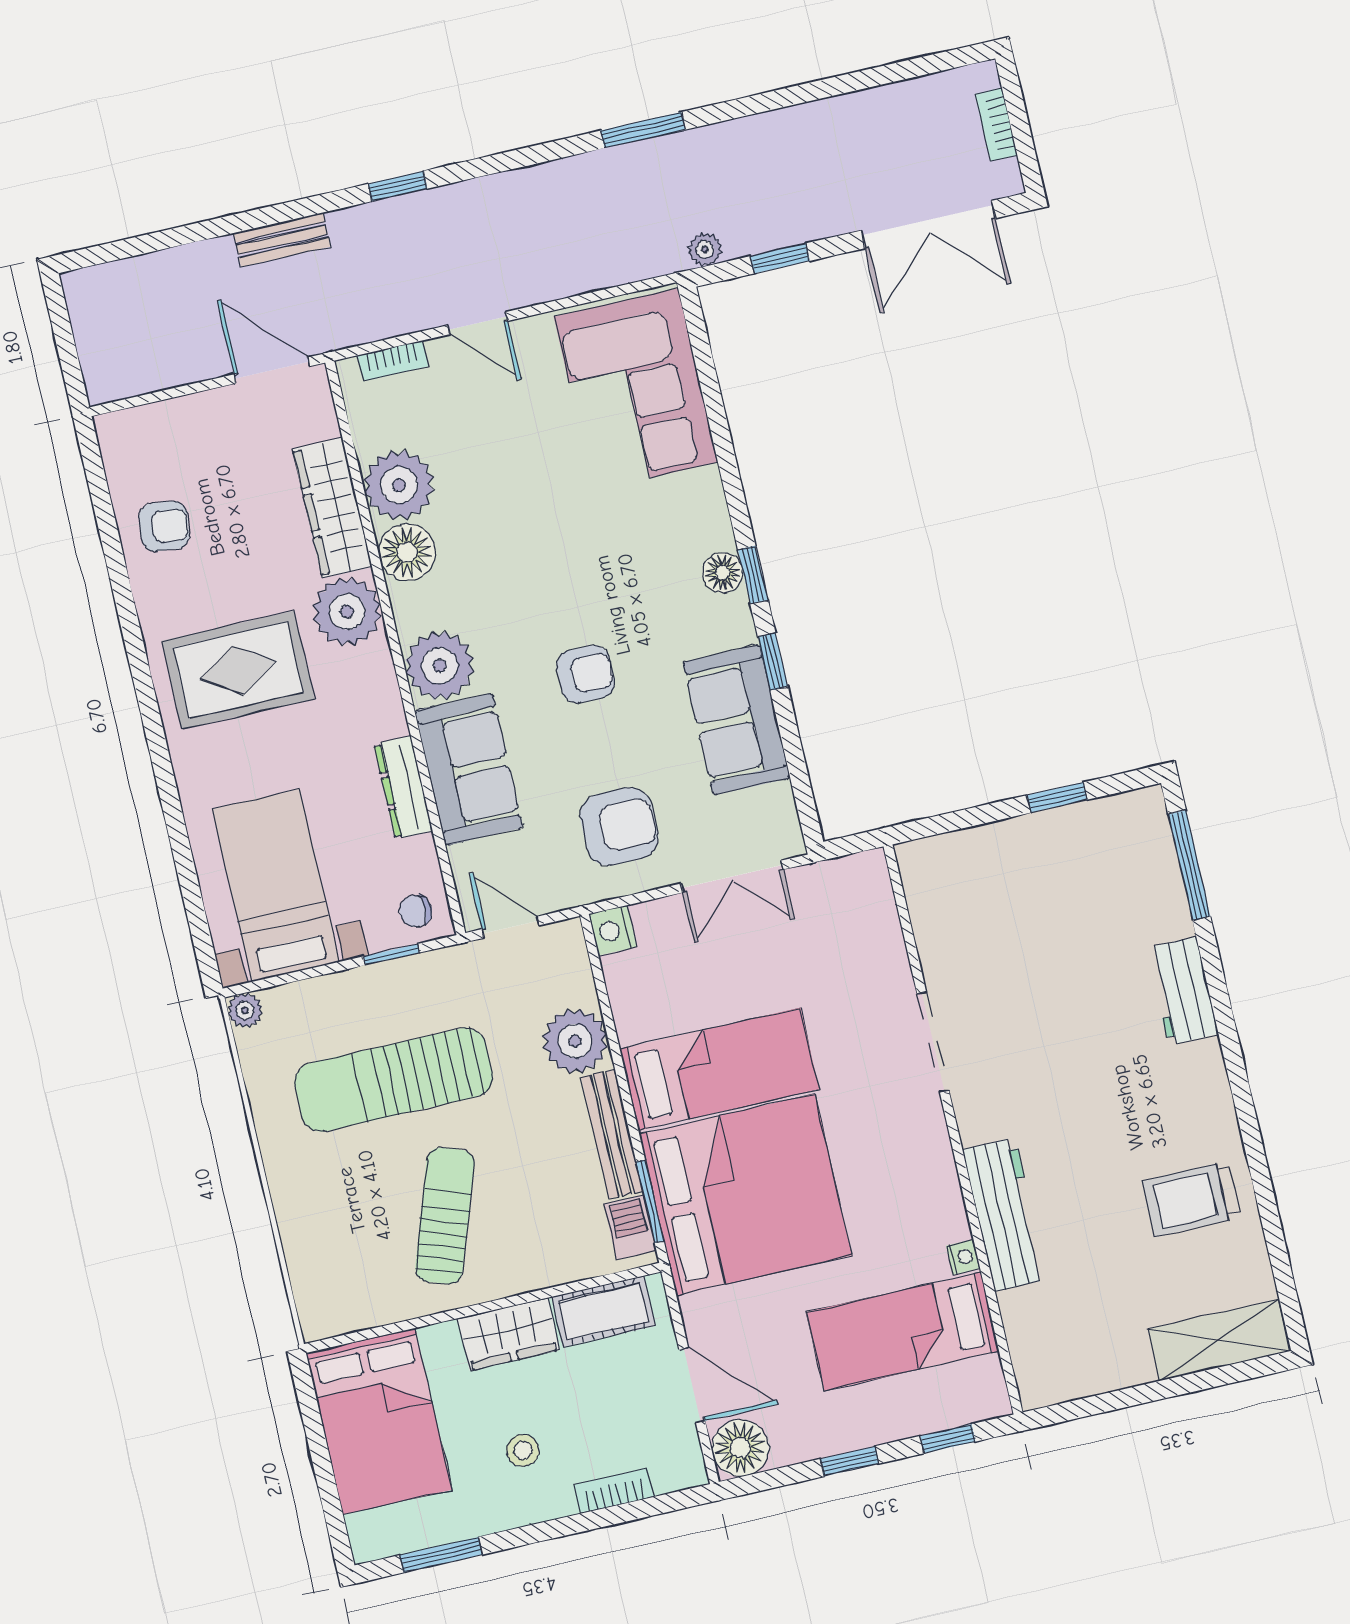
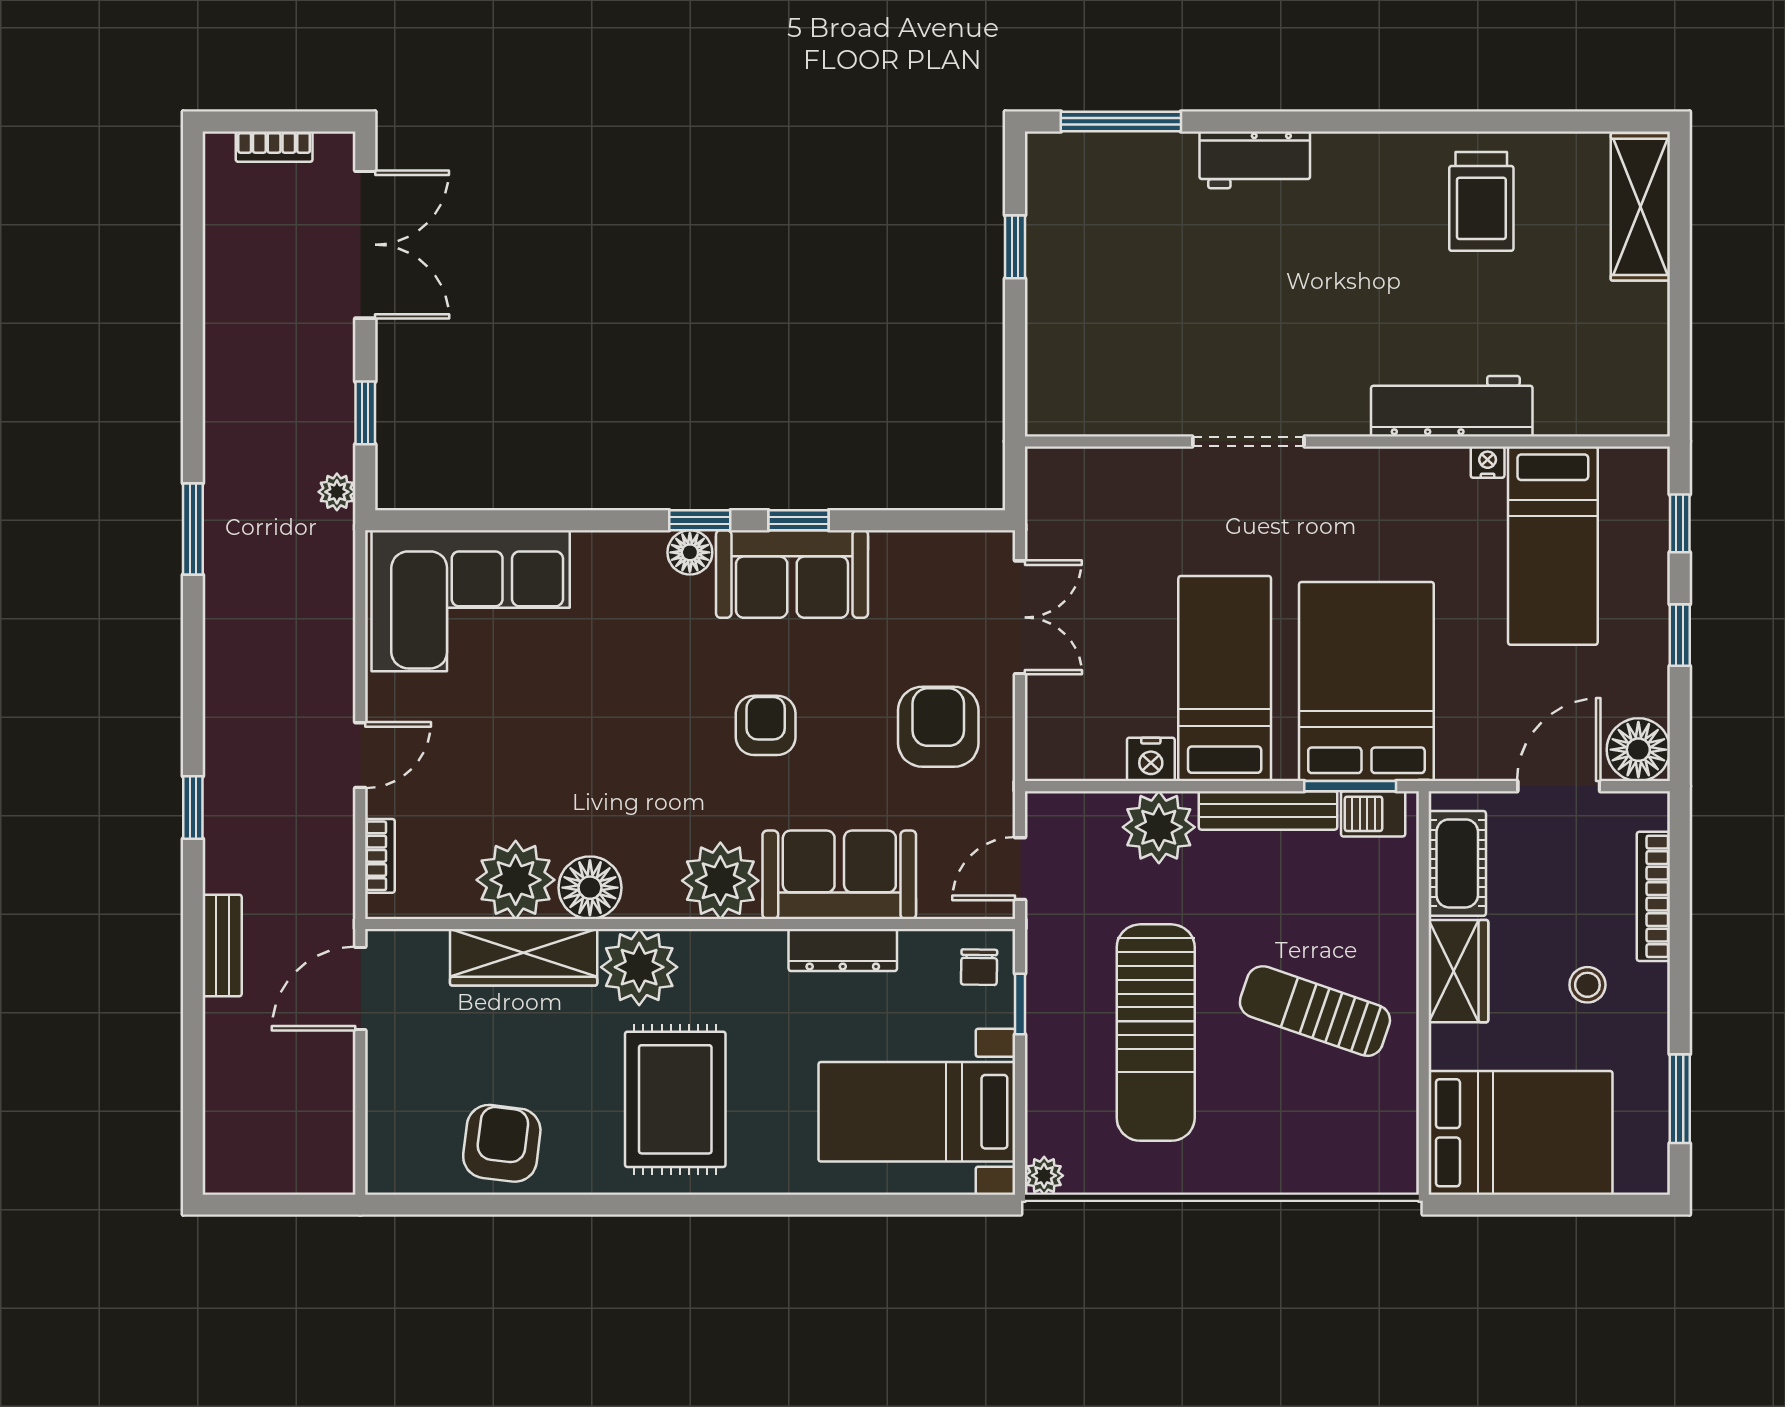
armchair: (164, 526) -> (502, 1143), width x1.38, depth x1.38
sofa: (736, 720) -> (792, 574), moved
nightstand: (613, 930) -> (1151, 759), moved
bed: (745, 1195) -> (1366, 682), width x0.73
bookcase: (614, 1491) -> (1653, 896), width x1.56

